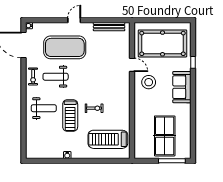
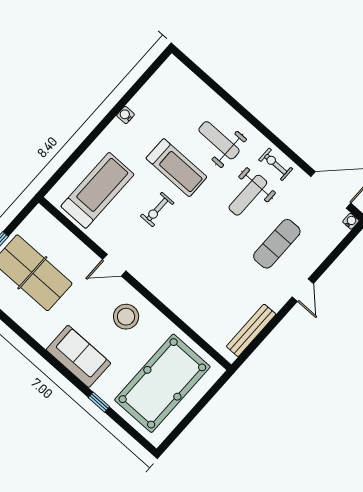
exercise mat: (65, 47) -> (277, 244), width x0.50, depth x0.69
door: (132, 65) -> (114, 265), moved
weight bench: (56, 77) -> (248, 195), turned 180
weight bench: (44, 108) -> (219, 140), turned 90
treadmill: (70, 115) -> (176, 168), turned 180

